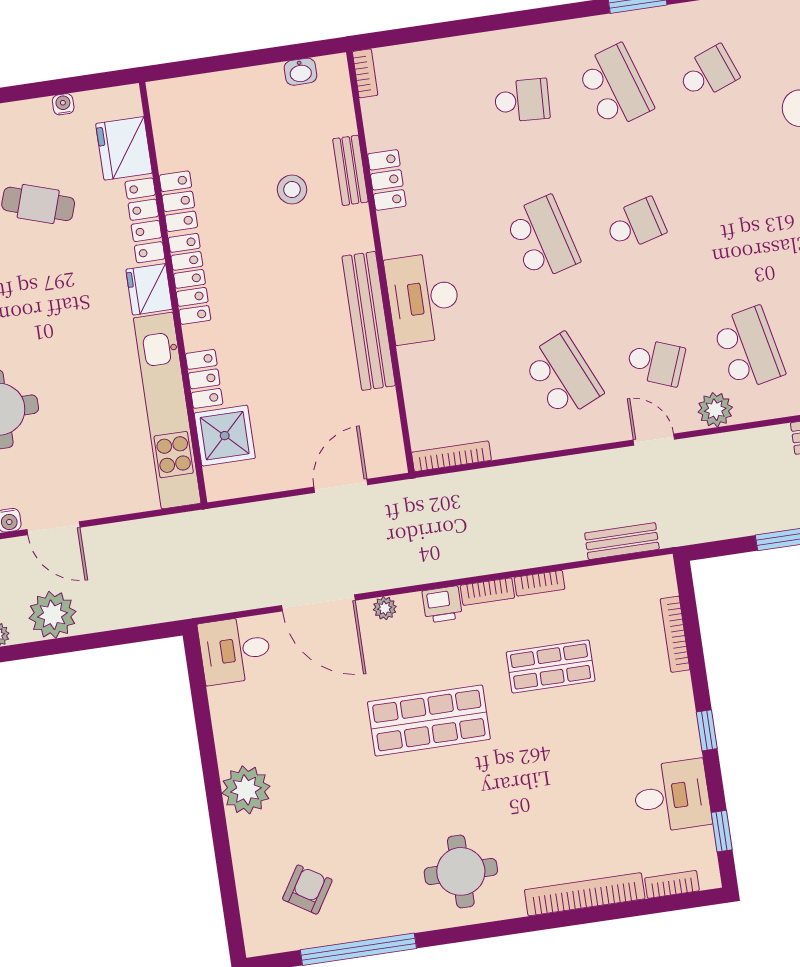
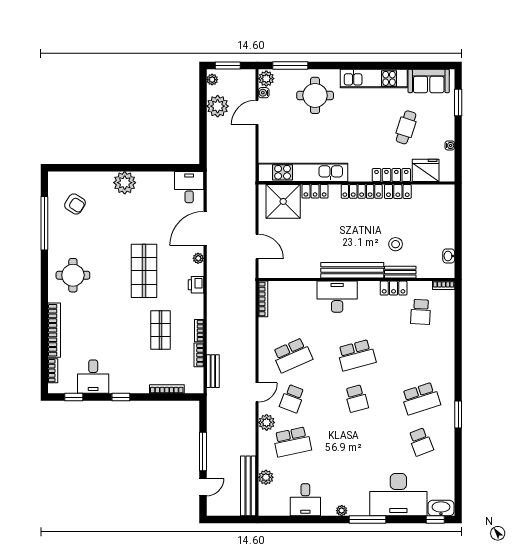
school desk: (522, 100) -> (421, 312), moved
fridge: (149, 289) -> (360, 172), removed
bench: (369, 321) -> (352, 270), moved
shower: (225, 436) -> (283, 201), width x1.37, depth x1.37
bookcase: (487, 592) -> (199, 355), moved

